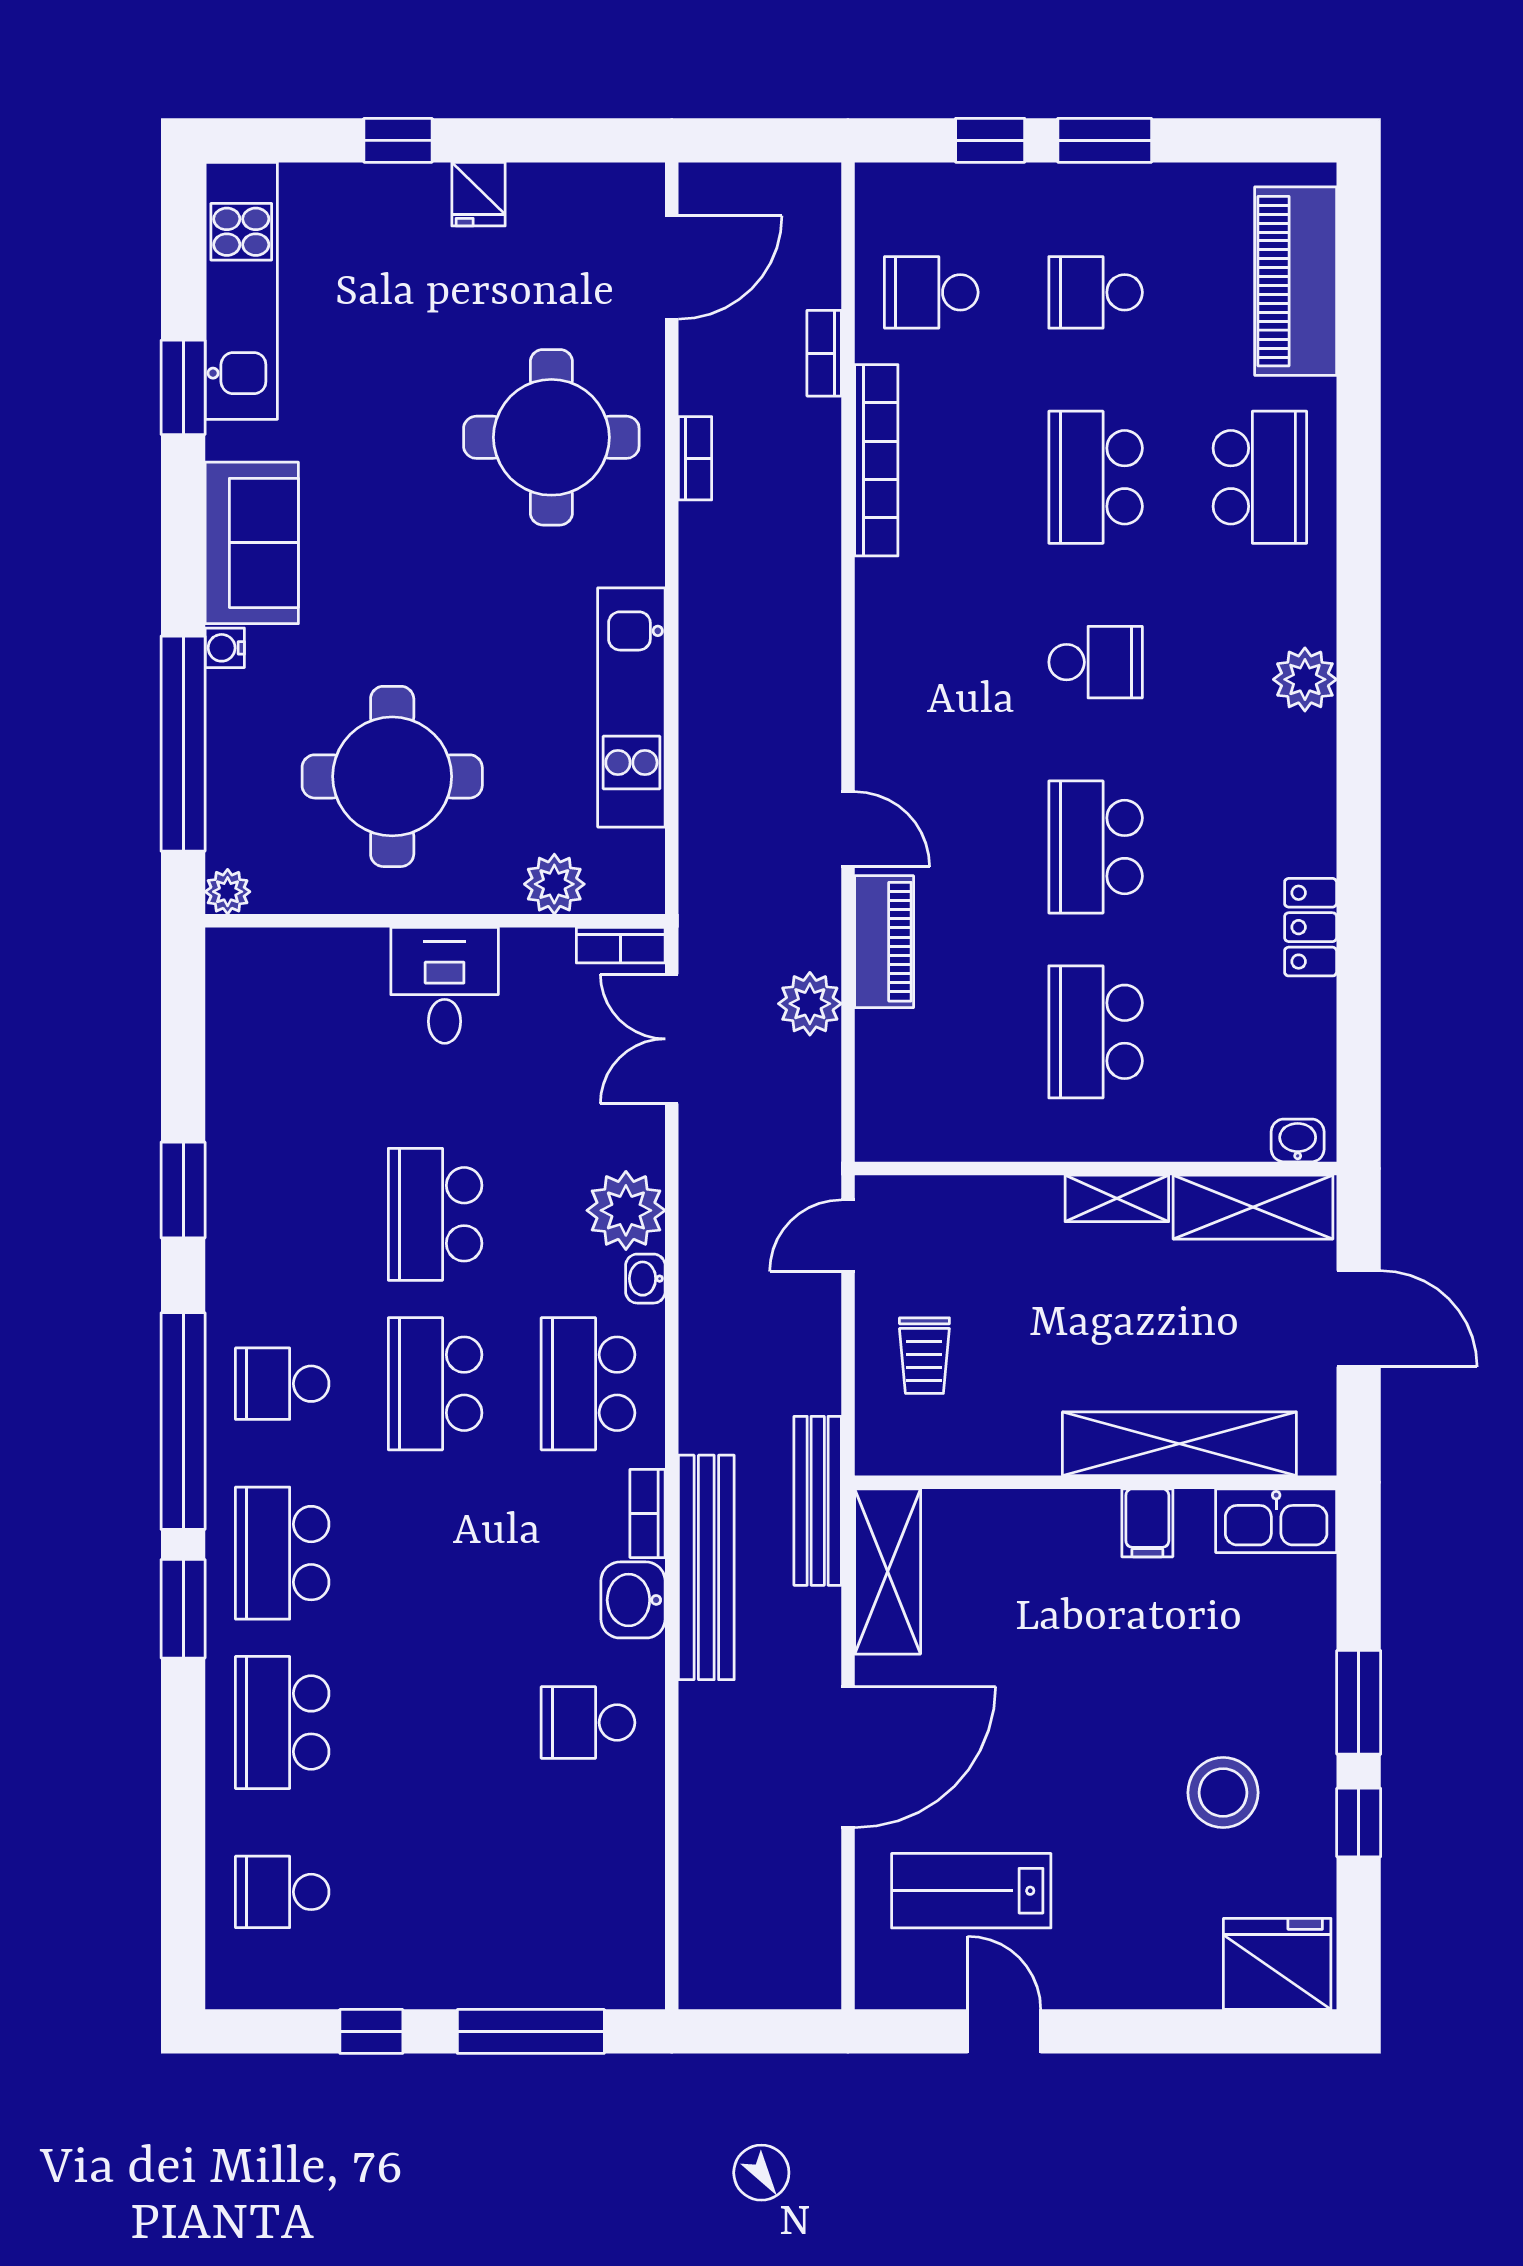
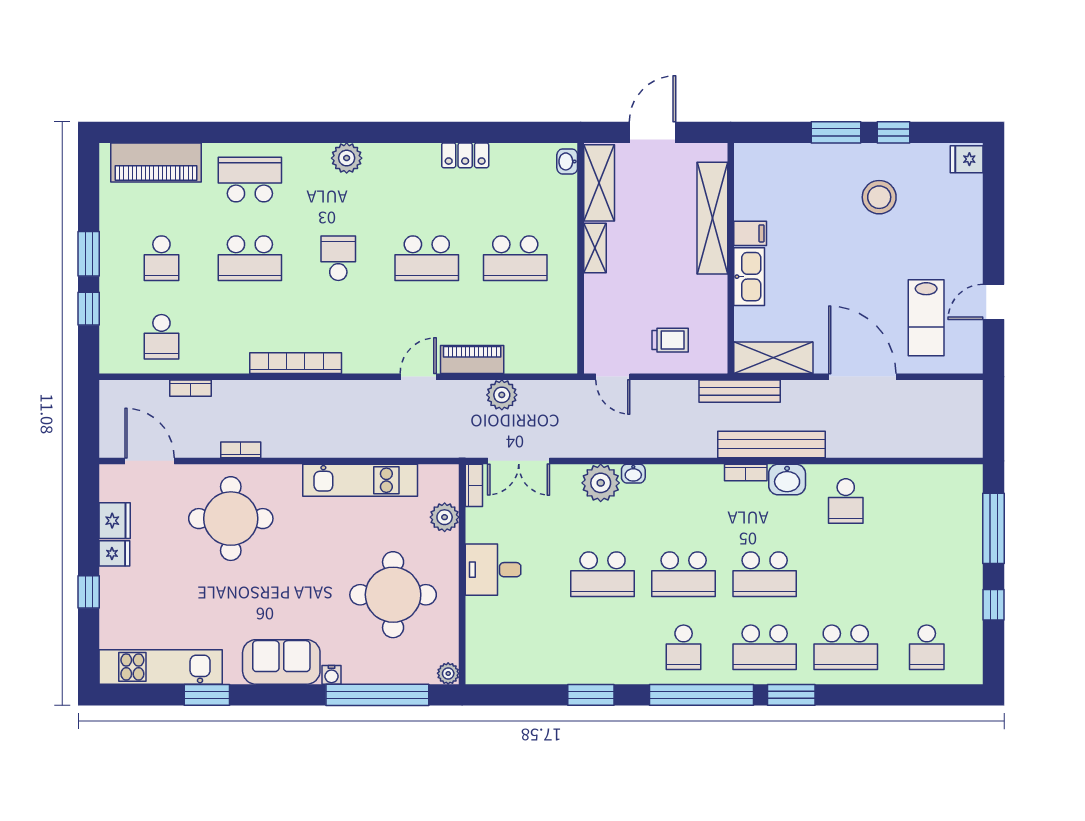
fridge: (547, 195) -> (115, 521), added
bookcase: (876, 460) -> (296, 363), moved
school desk: (588, 1384) -> (765, 574), moved
kitchen sink: (1276, 1521) -> (749, 277), moved
fridge: (1277, 1964) -> (967, 159), width x0.53, depth x0.75

